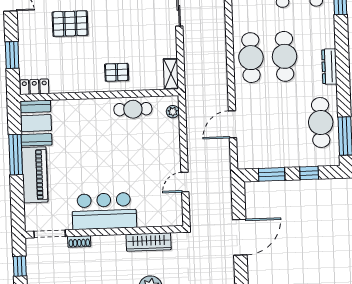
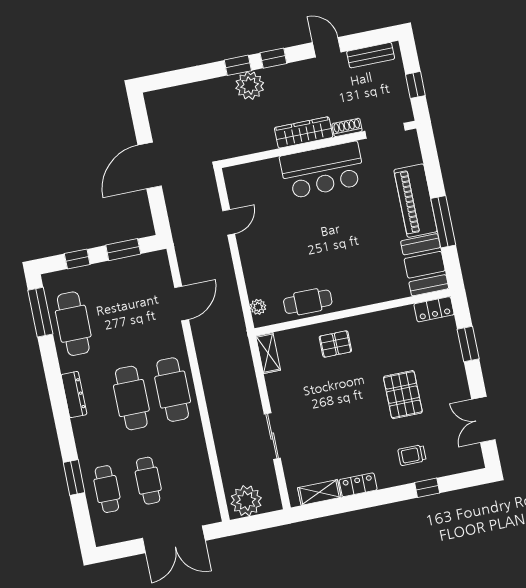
pallet: (70, 24) -> (403, 395), turned 90
wardrobe: (149, 242) -> (304, 132), moved

